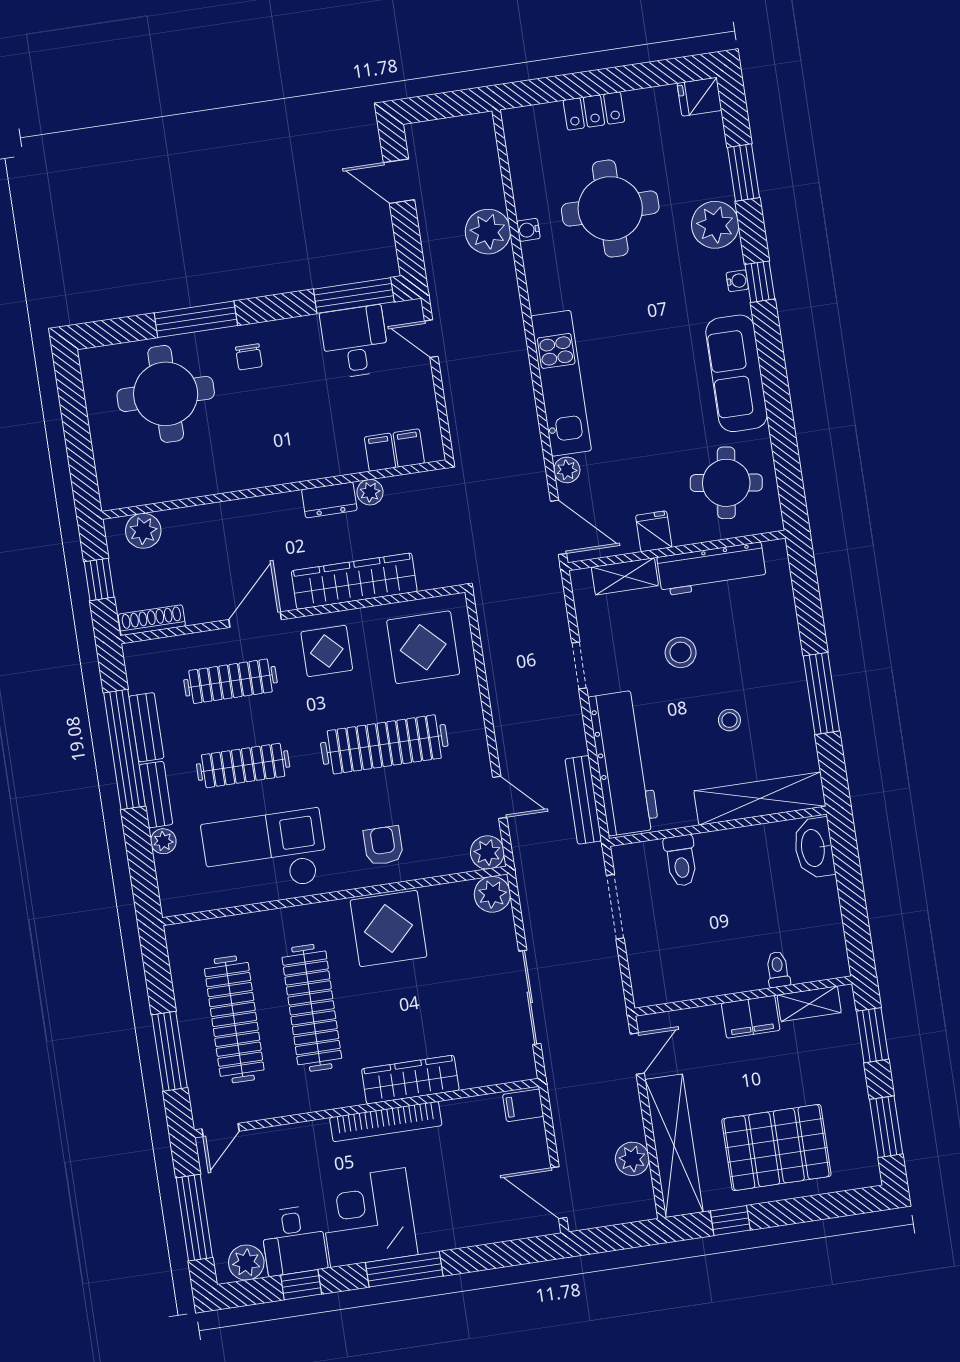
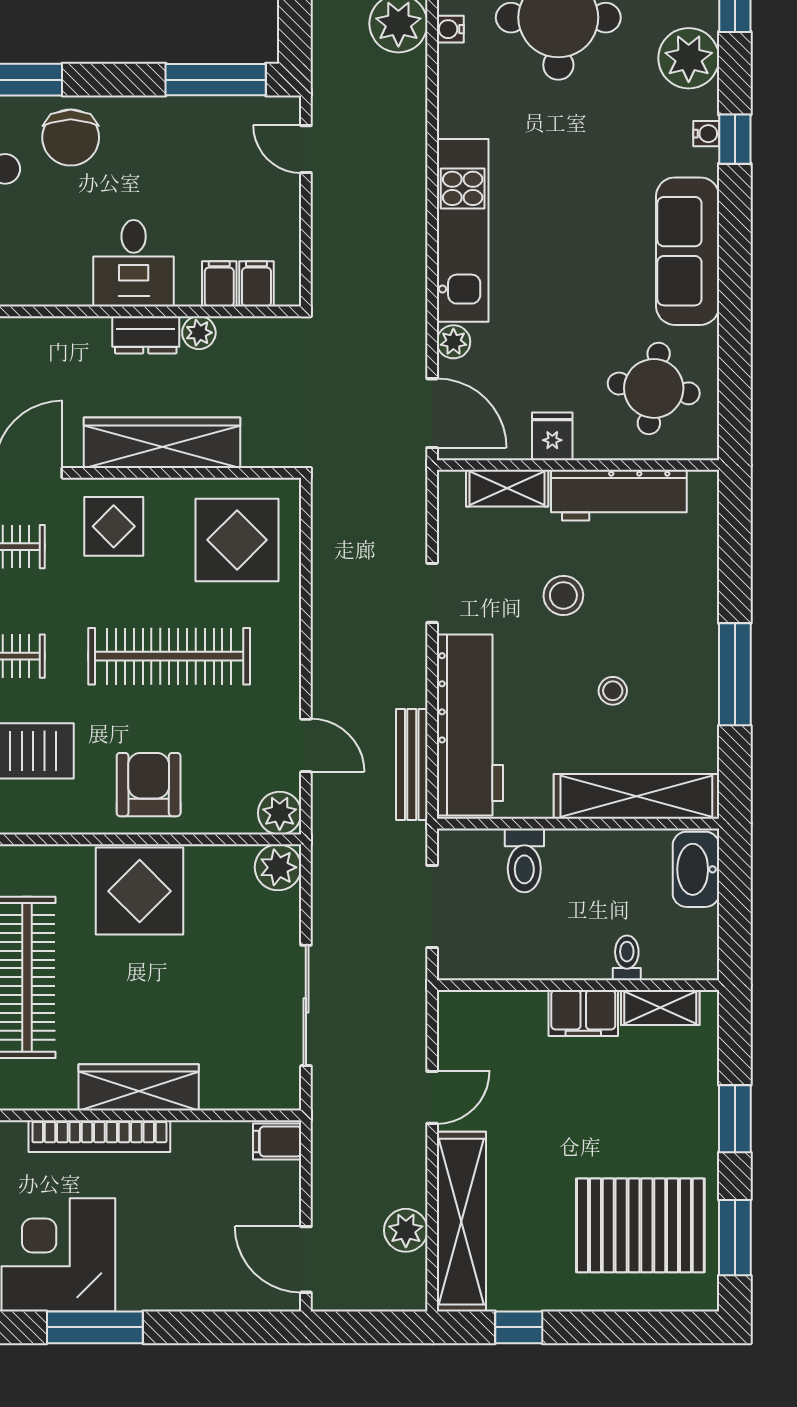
desk: (355, 342) -> (134, 263), moved, turned 180
chair: (249, 357) -> (71, 137), width x1.87, depth x1.87
armchair: (383, 846) -> (149, 785), width x1.38, depth x1.38
toilet: (778, 969) -> (627, 958), moved
wall: (743, 996) -> (578, 985), moved
shelving: (809, 1004) -> (660, 1008), moved
filing cabinet: (751, 1017) -> (583, 1013), moved
pallet: (776, 1148) -> (640, 1225), moved

